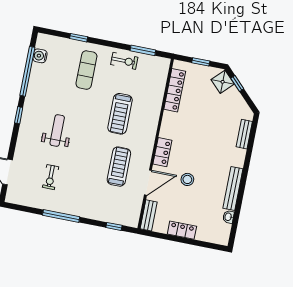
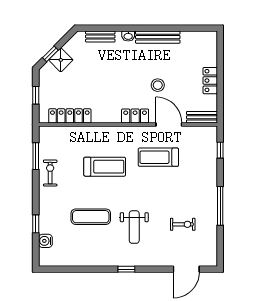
water cooler: (40, 56) -> (45, 241), moved, turned 90
exercise mat: (86, 70) -> (91, 217), moved
window: (27, 71) -> (80, 269), removed
shower: (223, 82) -> (61, 60), moved
weight bench: (57, 130) -> (134, 227), turned -90
washbasin: (228, 217) -> (128, 36), moved

